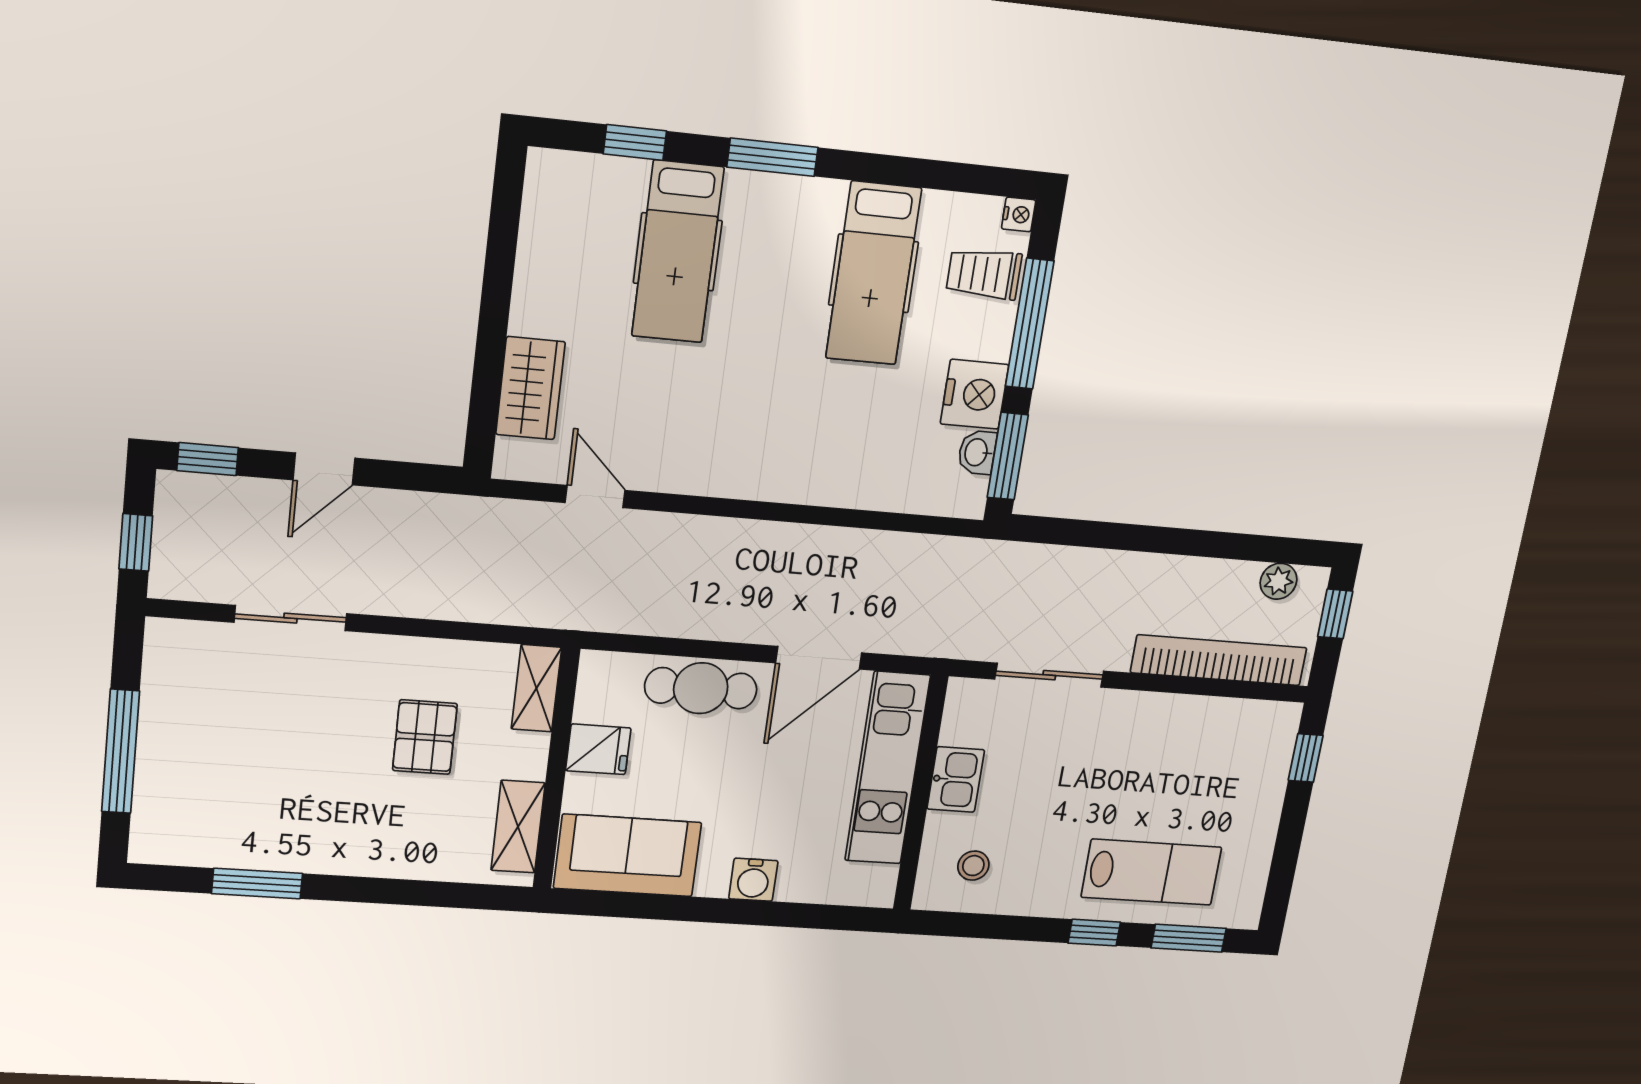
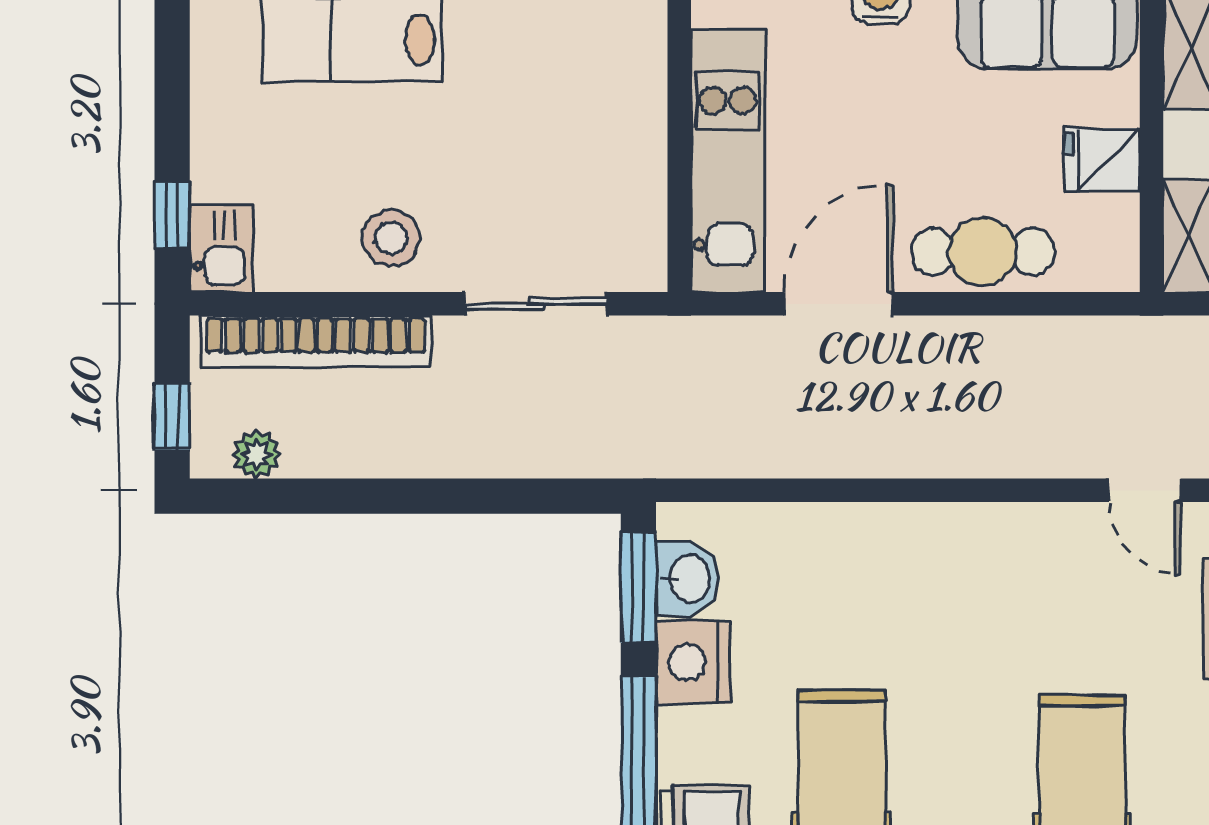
washbasin: (977, 452) -> (688, 578), width x1.38, depth x1.45
kitchen sink: (956, 779) -> (221, 248), moved, turned 180
stool: (973, 866) -> (391, 238), moved, width x1.37, depth x1.37

